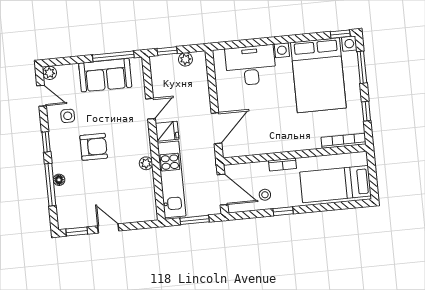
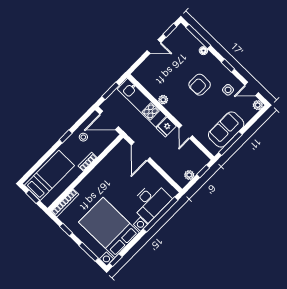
window: (251, 43) -> (161, 214), added
window: (373, 176) -> (33, 197), added
window: (50, 185) -> (198, 36), moved

